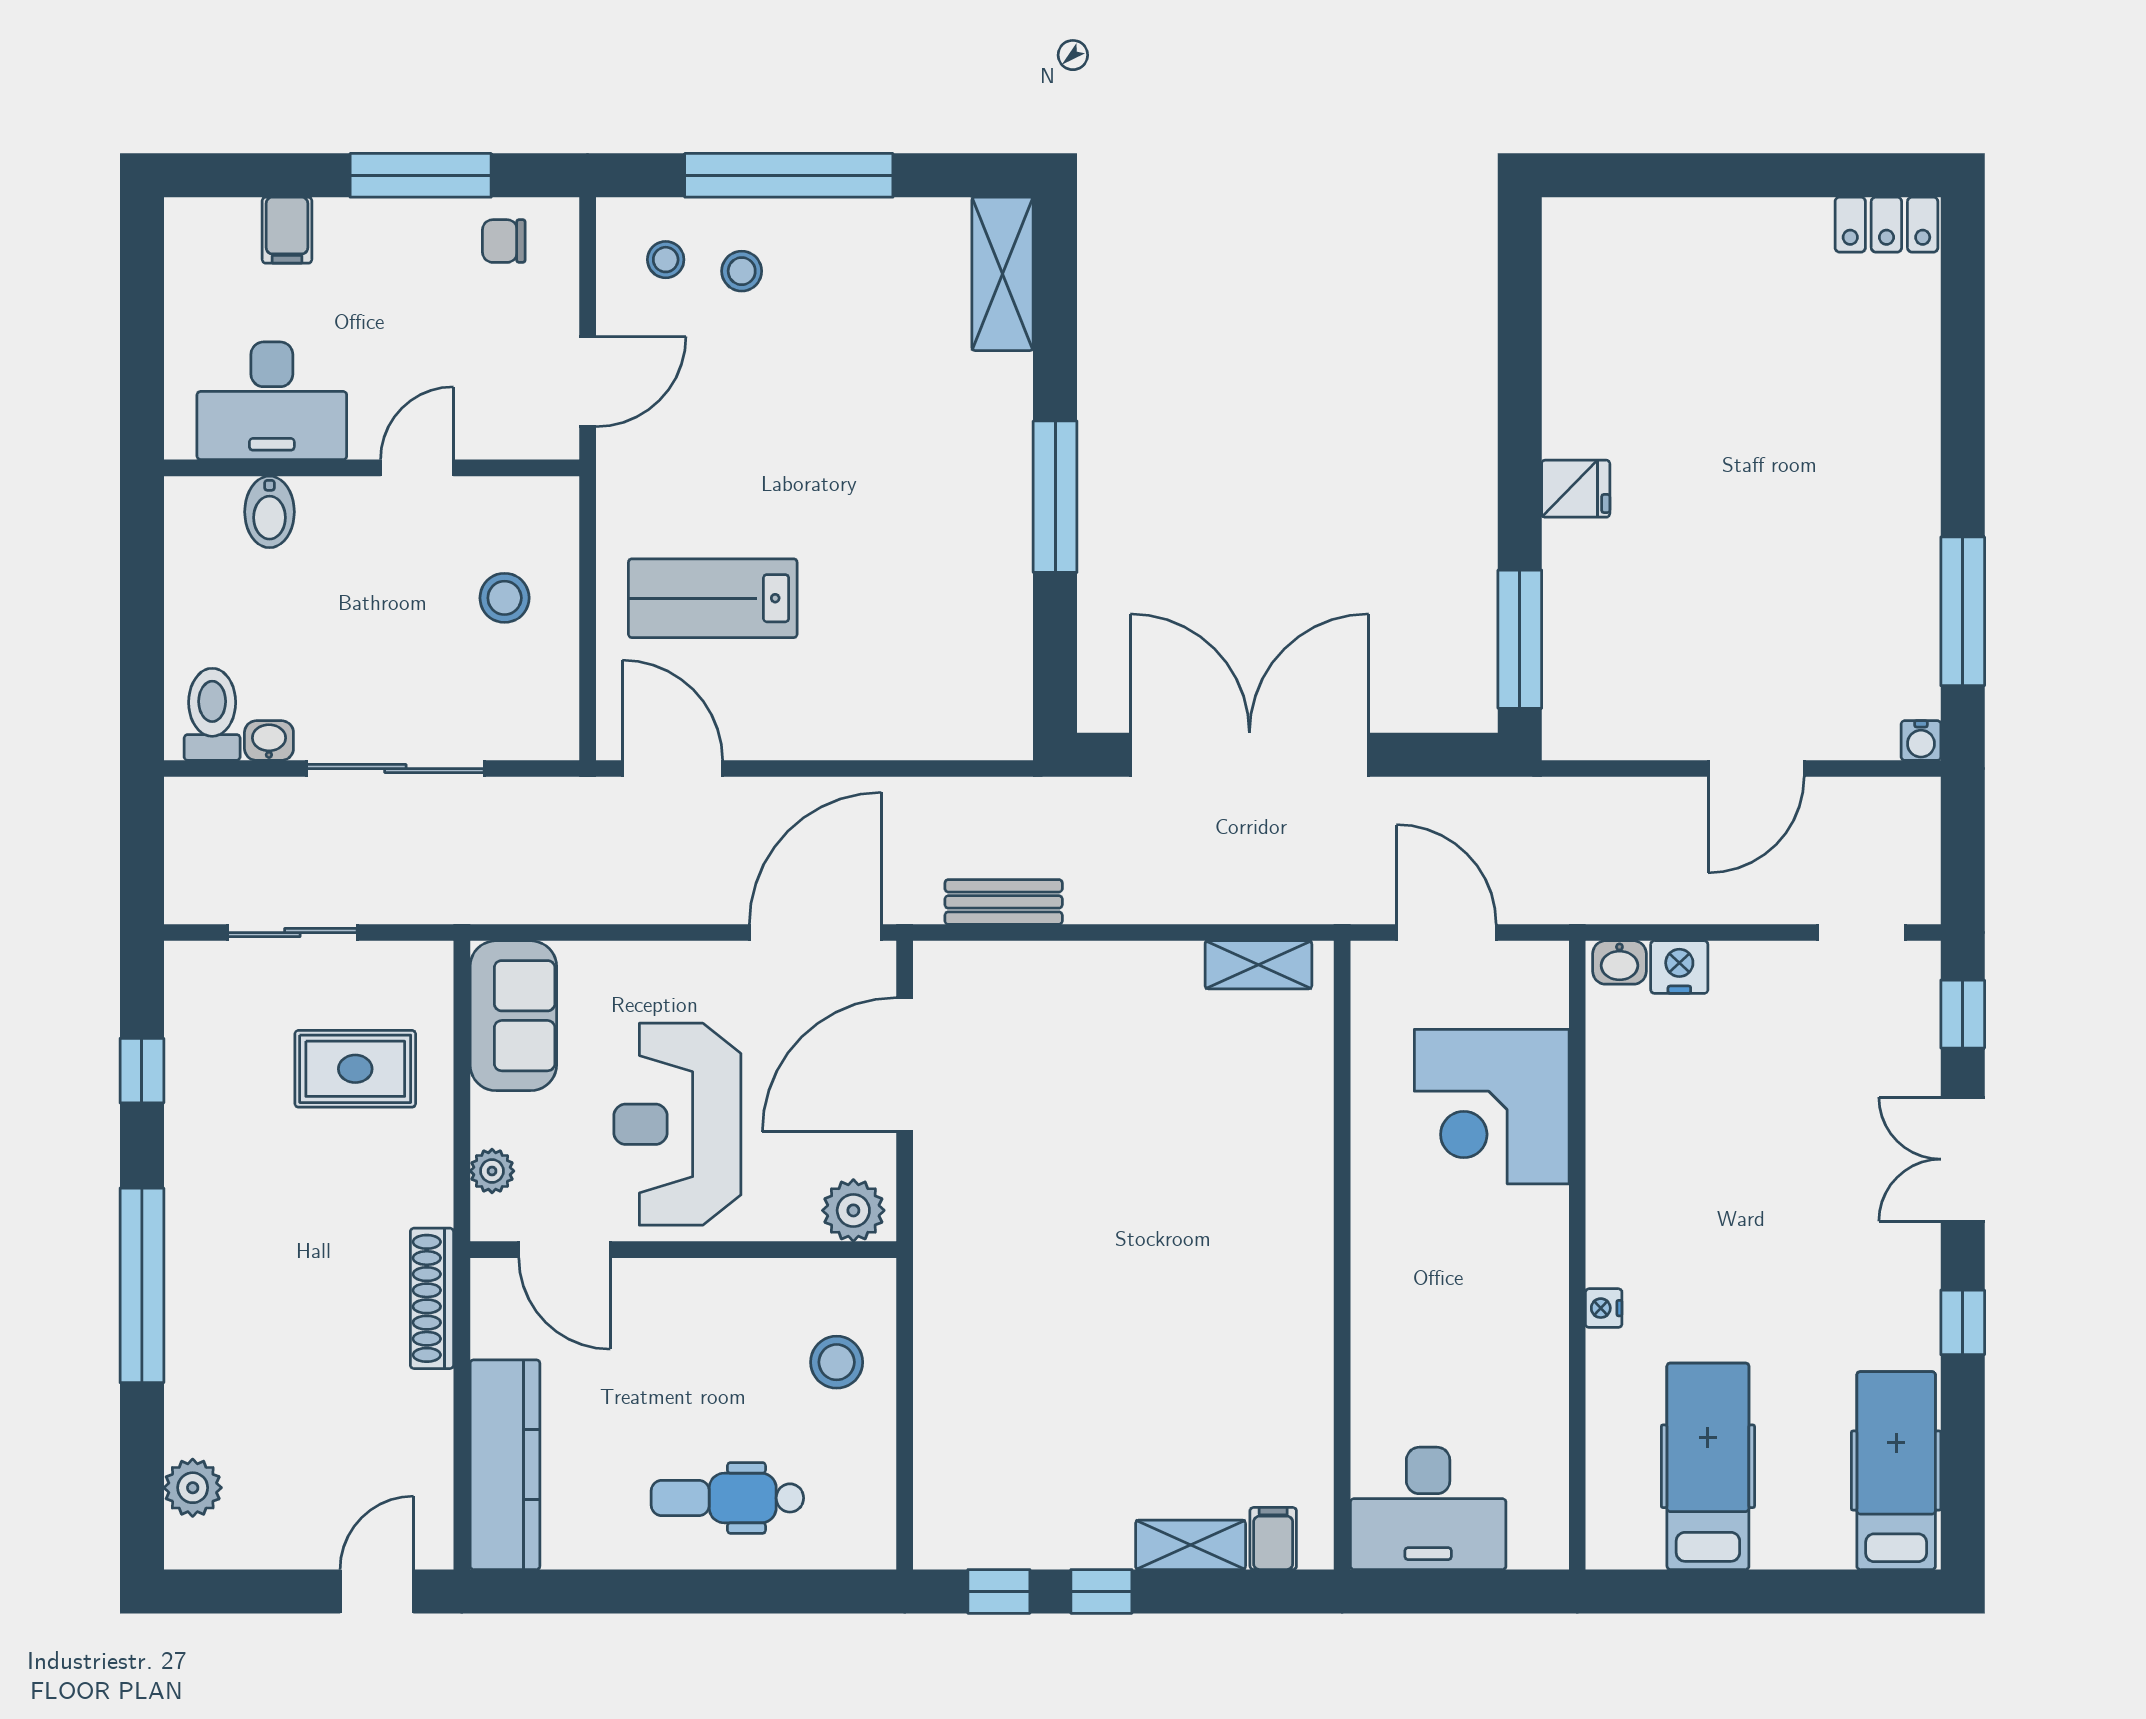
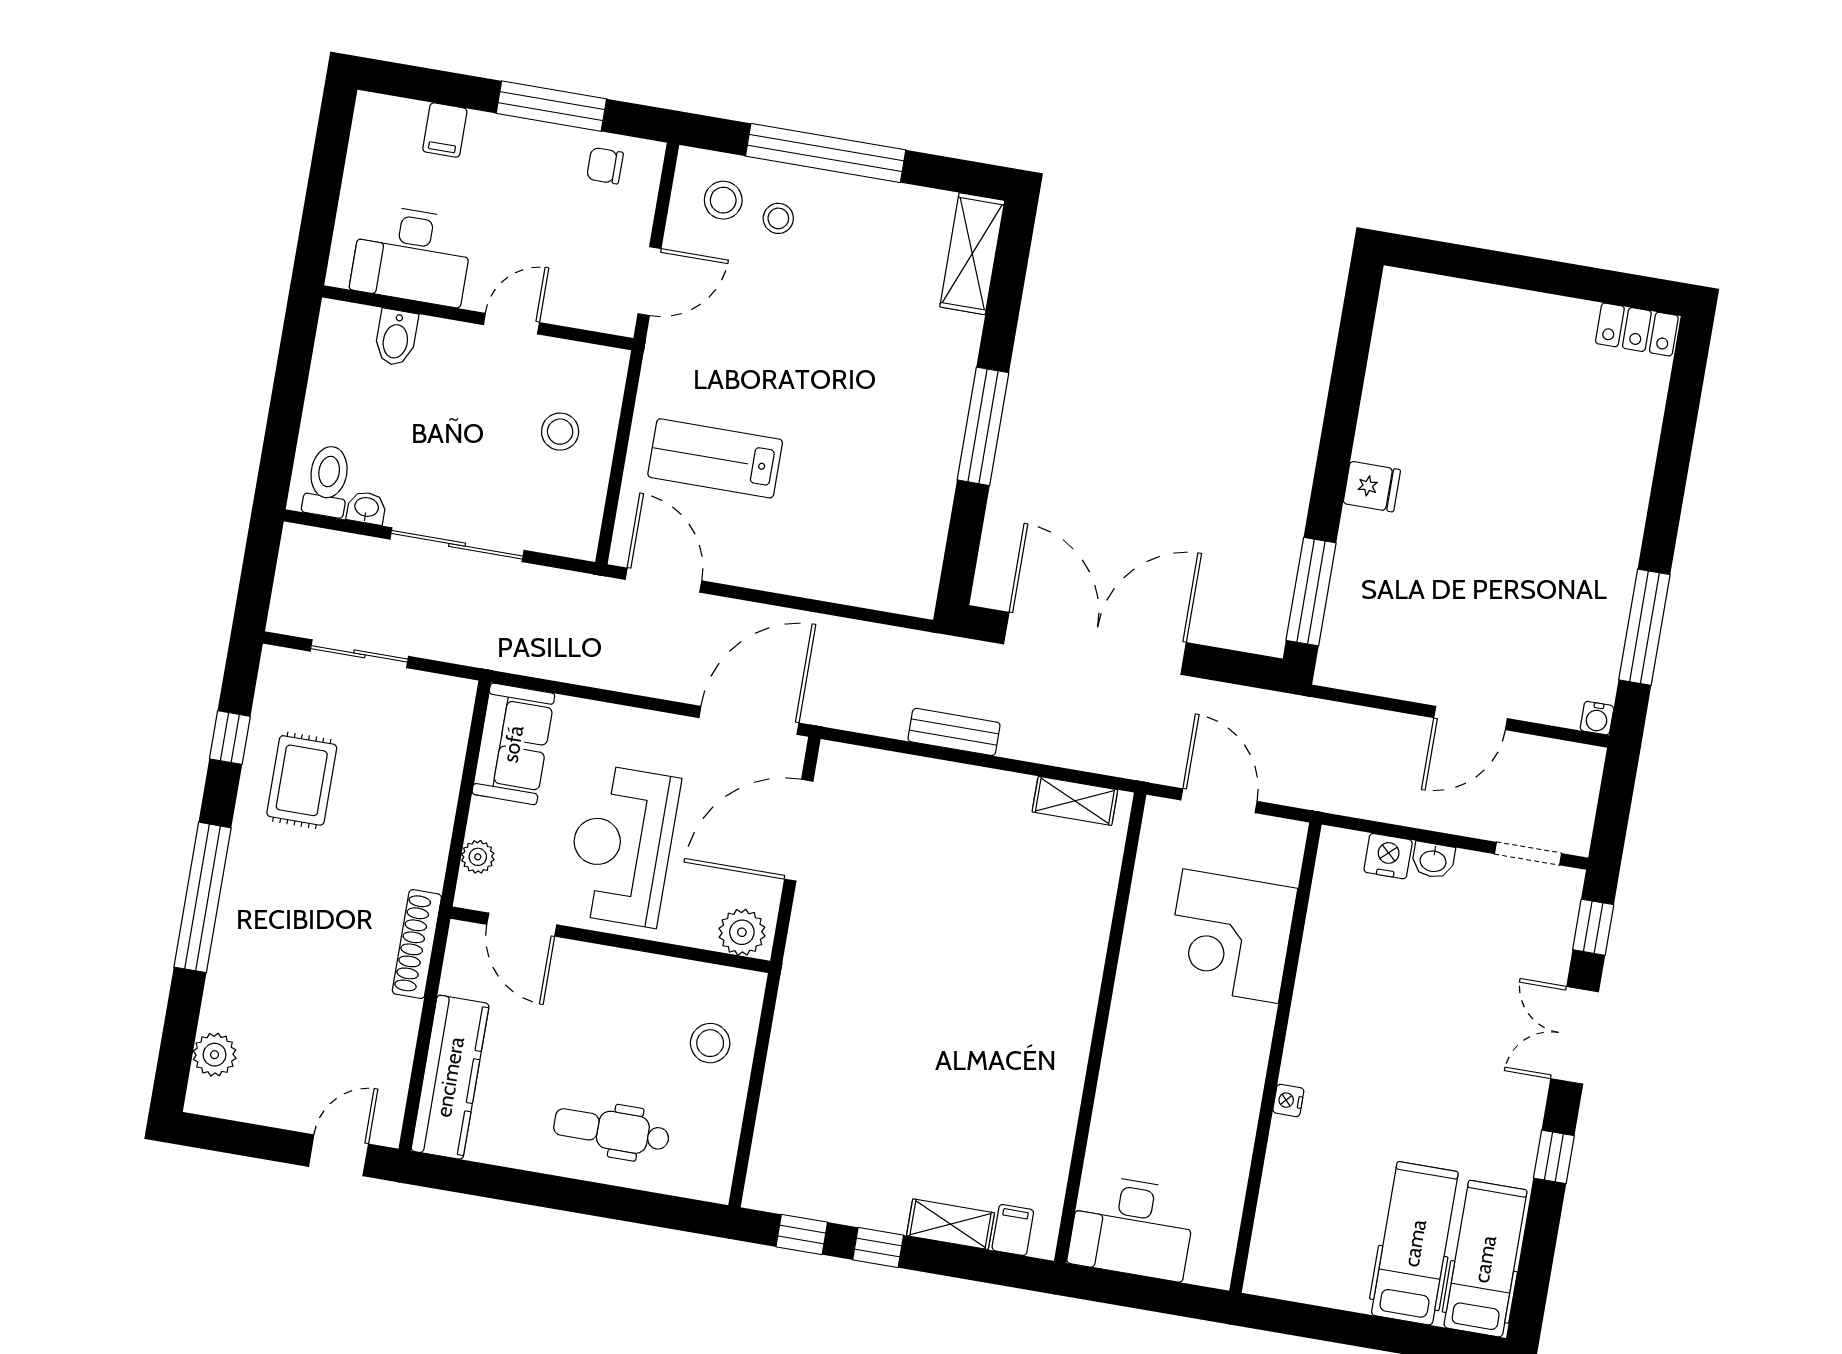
stool: (666, 260) -> (723, 200), width x1.37, depth x1.37
bench: (1004, 902) -> (954, 732), moved
washbasin: (1619, 962) -> (1433, 860), moved
rug: (355, 1069) -> (302, 780), moved, turned 90
hospital bed: (1708, 1466) -> (1415, 1243), moved

